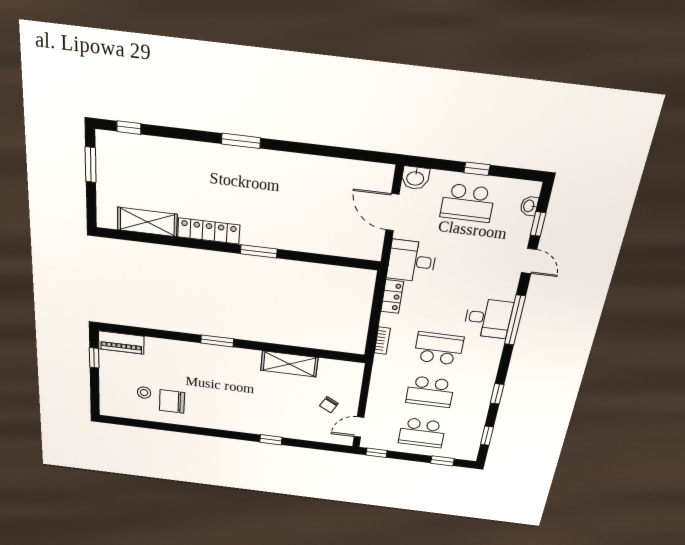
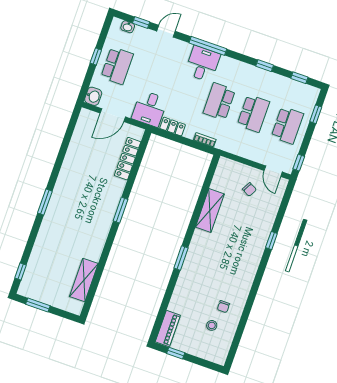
locker: (209, 231) -> (128, 159), moved
chair: (172, 402) -> (223, 307), width x0.54, depth x0.54

